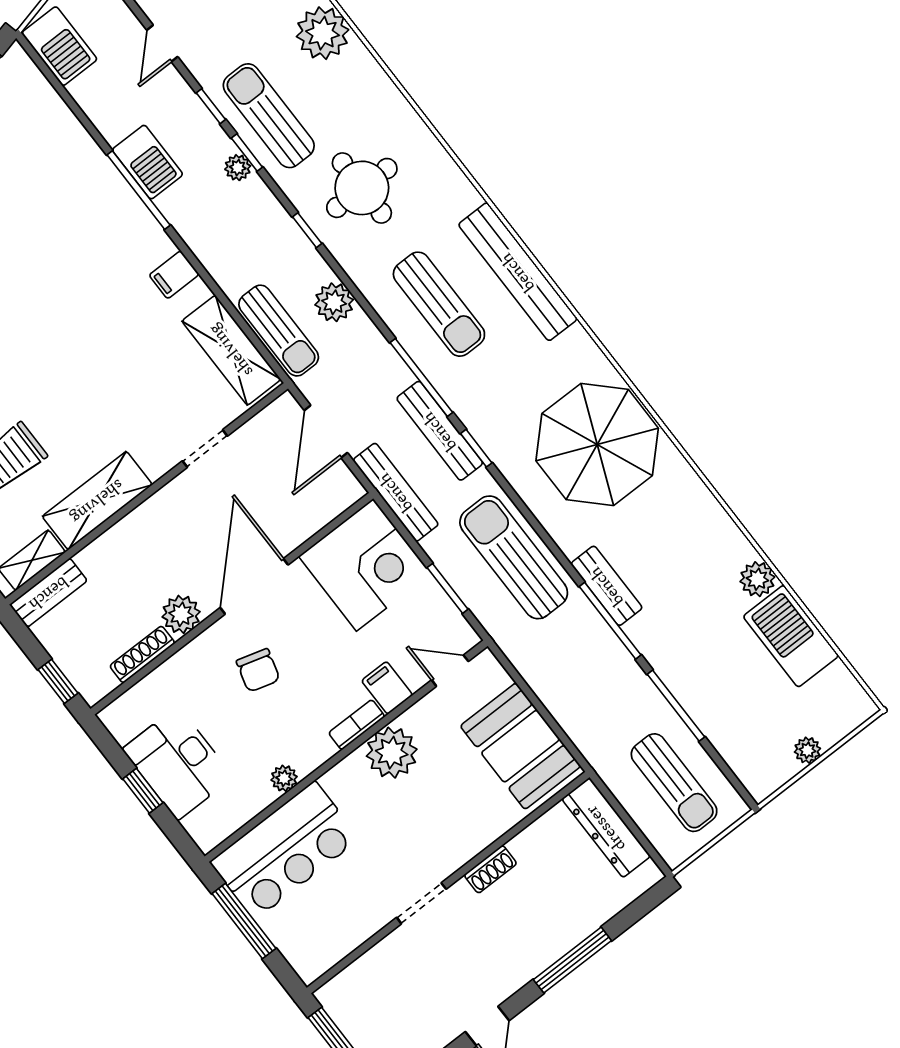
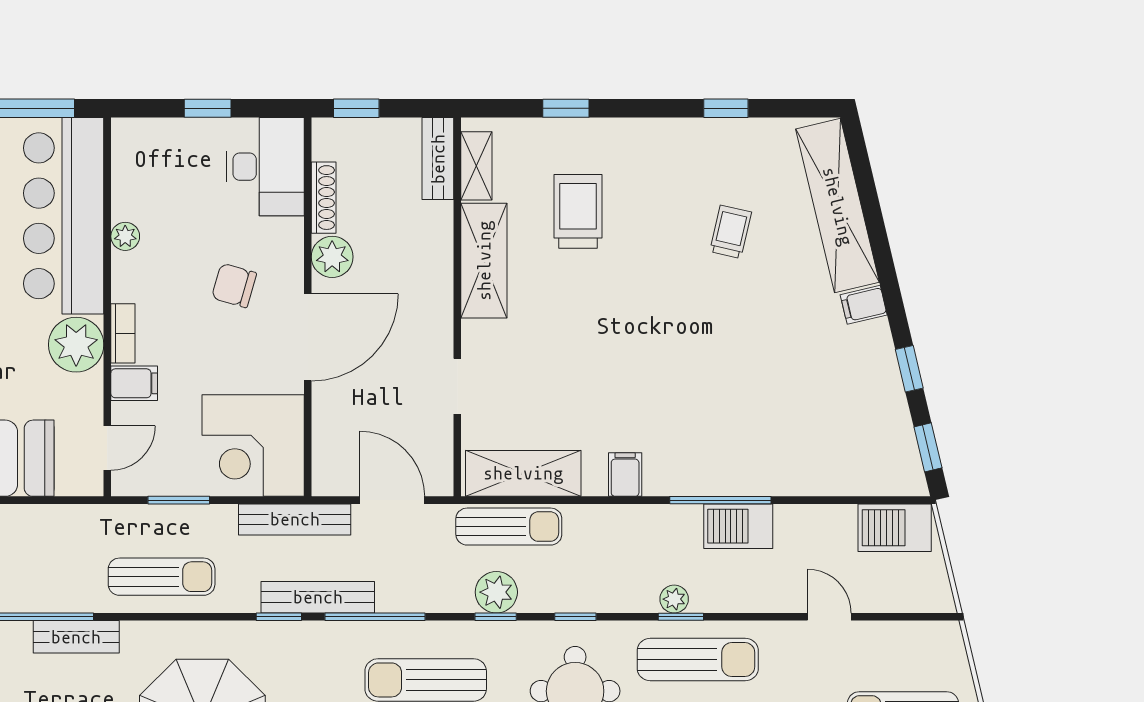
window: (211, 106) -> (496, 617), moved
sun lounger: (279, 331) -> (509, 527), turned 180
sun lounger: (514, 557) -> (162, 577), width x0.73, depth x0.75
door: (254, 586) -> (308, 337), hinge flipped
desk: (178, 763) -> (266, 167), moved, turned 90
bar counter: (285, 850) -> (64, 216), width x1.36

